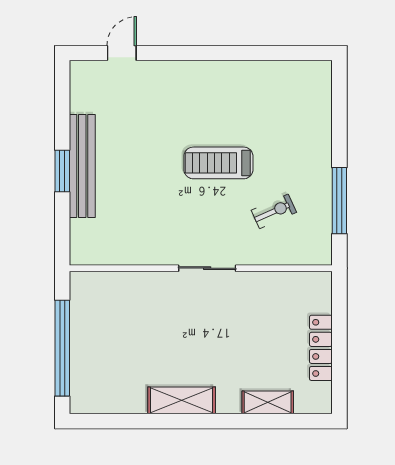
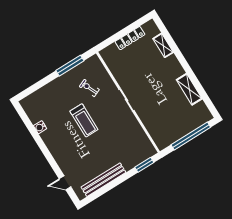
water cooler: (257, 71) -> (40, 127), added
bench: (82, 166) -> (103, 180), moved
window: (62, 171) -> (144, 165), moved
shelving: (182, 400) -> (189, 89), moved

